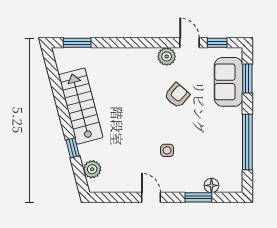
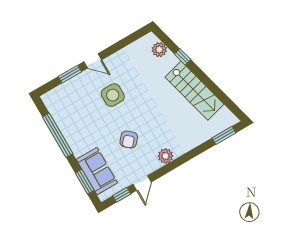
door: (189, 43) -> (142, 183), hinge flipped
plant: (167, 56) -> (166, 156), moved
side table: (167, 150) -> (113, 95), width x1.87, depth x1.87
floor lamp: (211, 185) -> (65, 88), removed
door: (151, 197) -> (93, 61), moved

